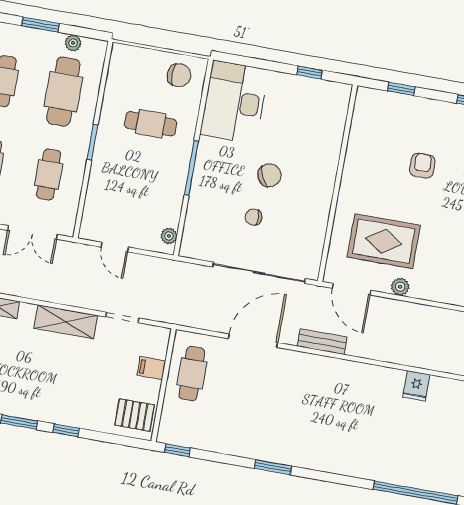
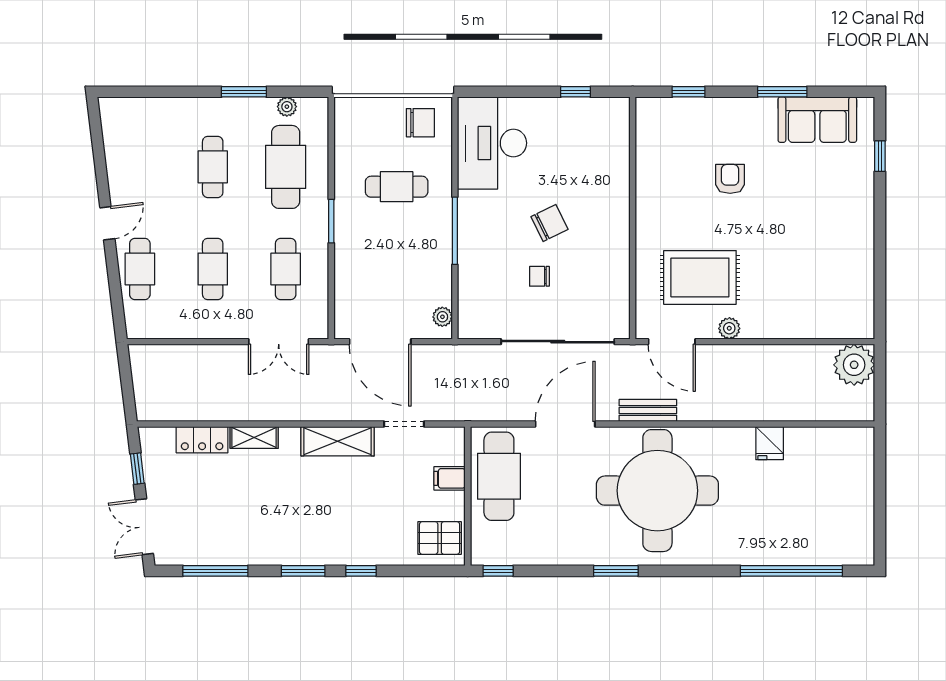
door: (115, 247) -> (380, 342), width x1.87
cafe table: (192, 374) -> (499, 476), width x1.37, depth x1.35
round table: (318, 408) -> (657, 491), added

